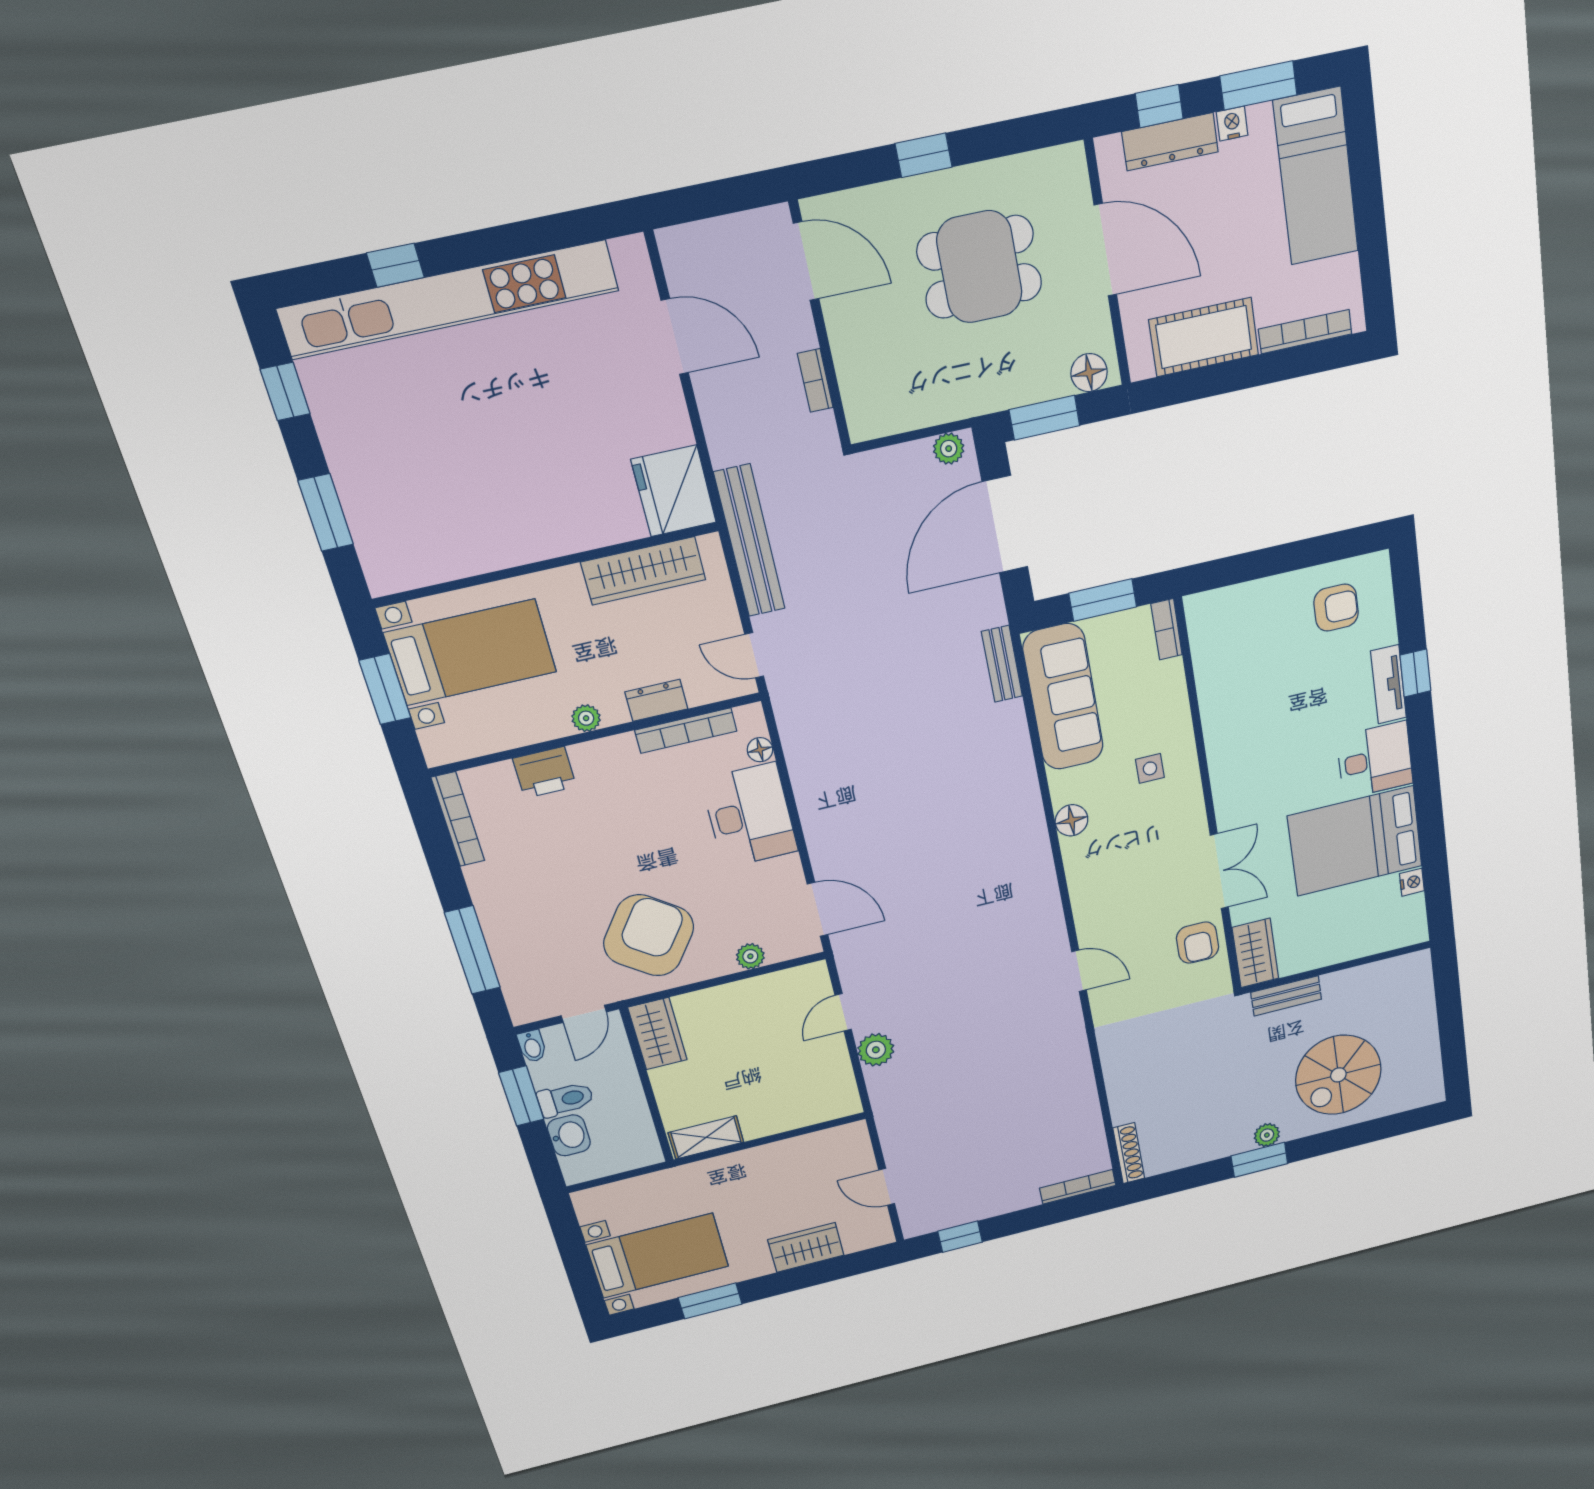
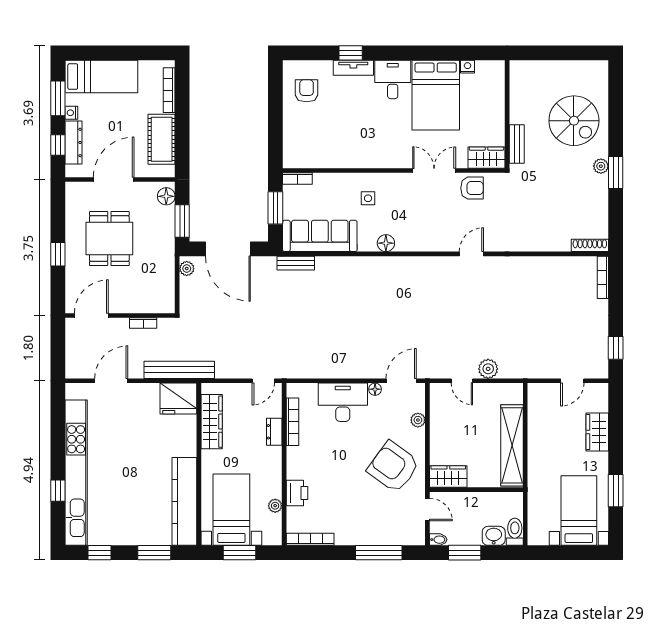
bench: (750, 541) -> (179, 370), moved
kitchen counter: (458, 552) -> (184, 501), added
plant: (586, 718) -> (275, 506), moved
floor lamp: (760, 750) -> (375, 389), moved
toilet: (565, 1099) -> (515, 532), moved
shelving: (706, 1137) -> (512, 445), width x2.20, depth x1.33

